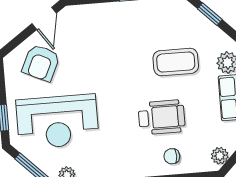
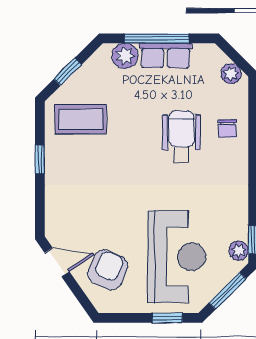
coffee table: (176, 62) -> (81, 119), moved, turned 90
armchair: (41, 63) -> (108, 270), turned -92

